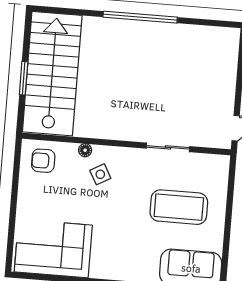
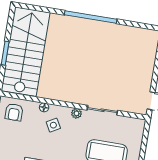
plant: (132, 155) -> (77, 113), added
armchair: (43, 161) -> (14, 112), turned -90

